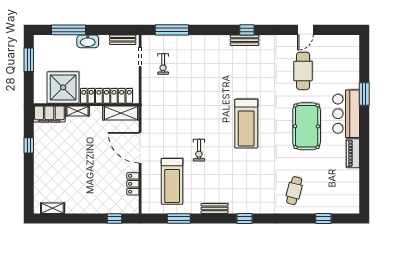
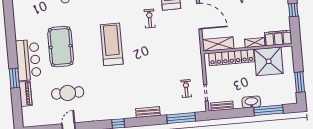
bench: (245, 40) -> (148, 112), moved
cafe table: (303, 71) -> (68, 93), turned 90
piano: (353, 153) -> (25, 94), moved

